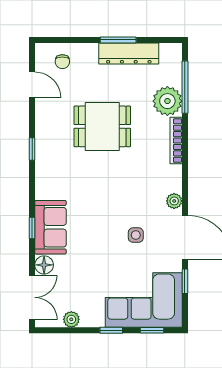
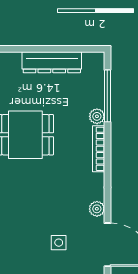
window: (118, 40) -> (41, 49), removed
plant: (167, 101) -> (97, 116), width x0.53, depth x0.53

